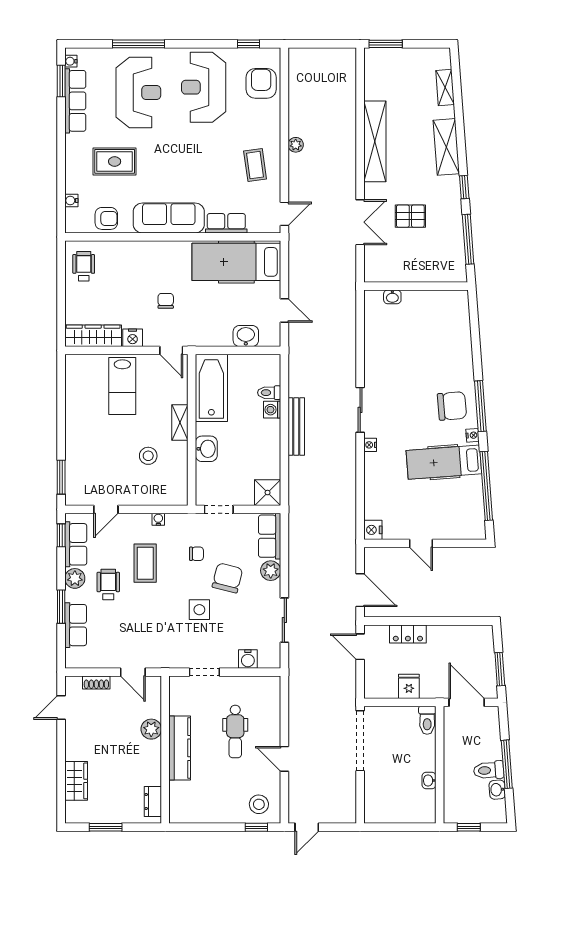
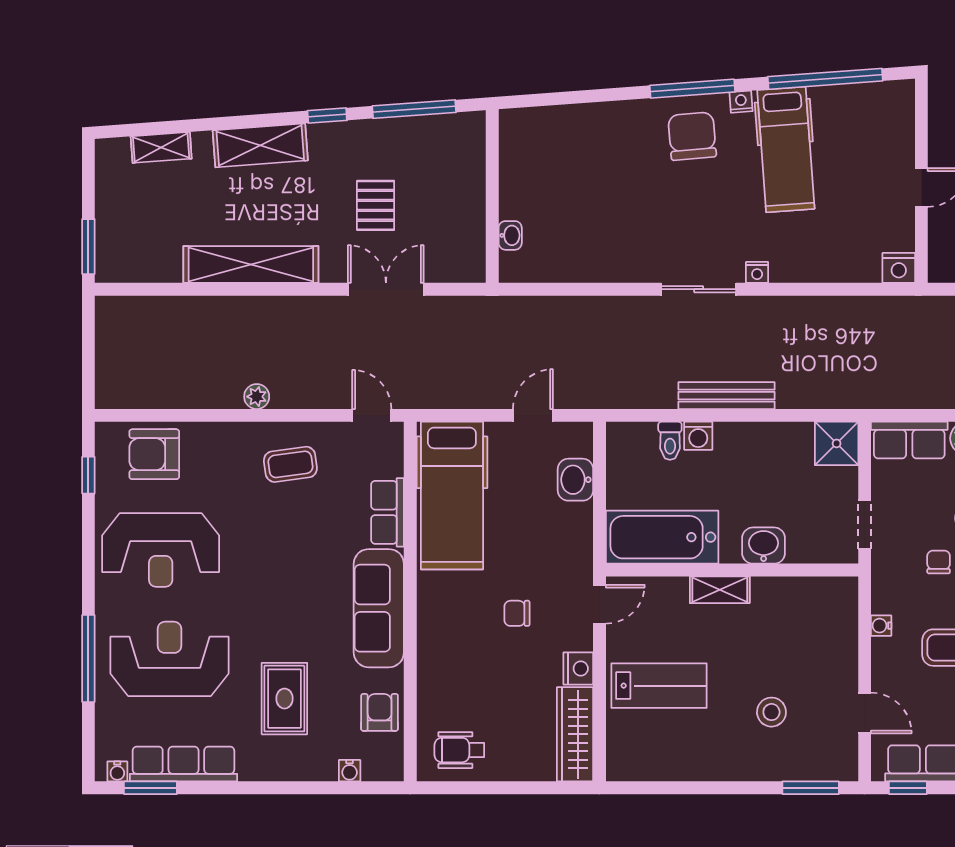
stool: (148, 456) -> (771, 712), moved

